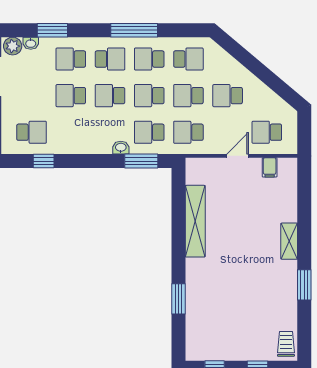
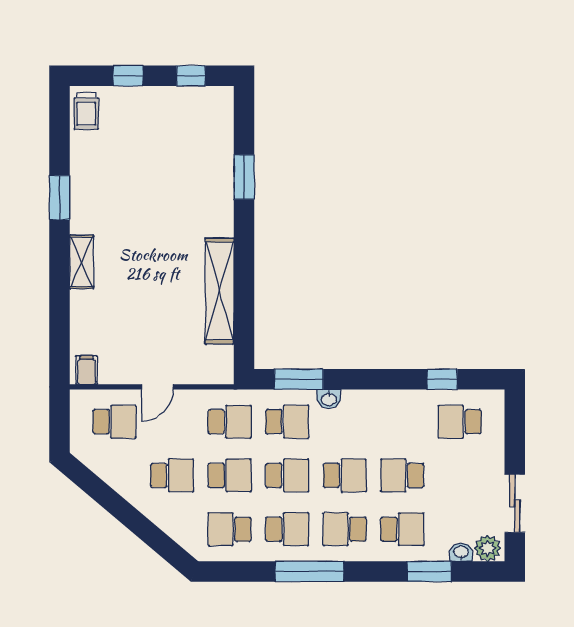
school desk: (71, 96) -> (402, 475), turned 180
filing cabinet: (270, 167) -> (87, 370), moved

